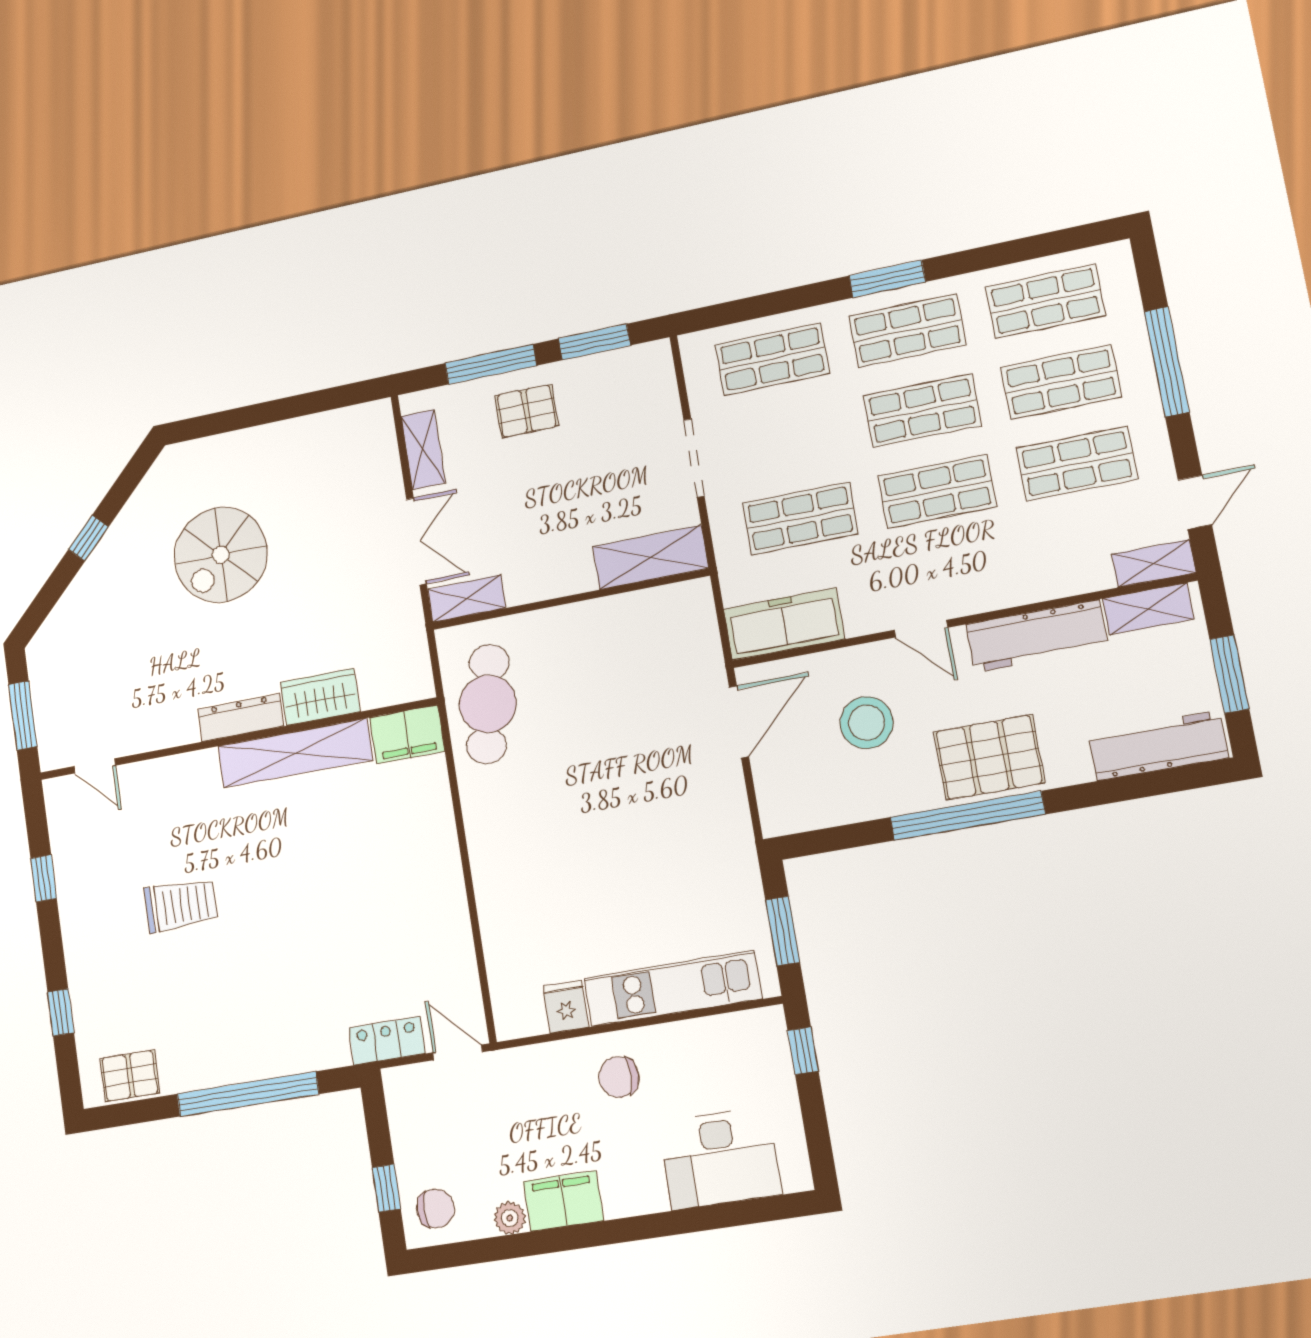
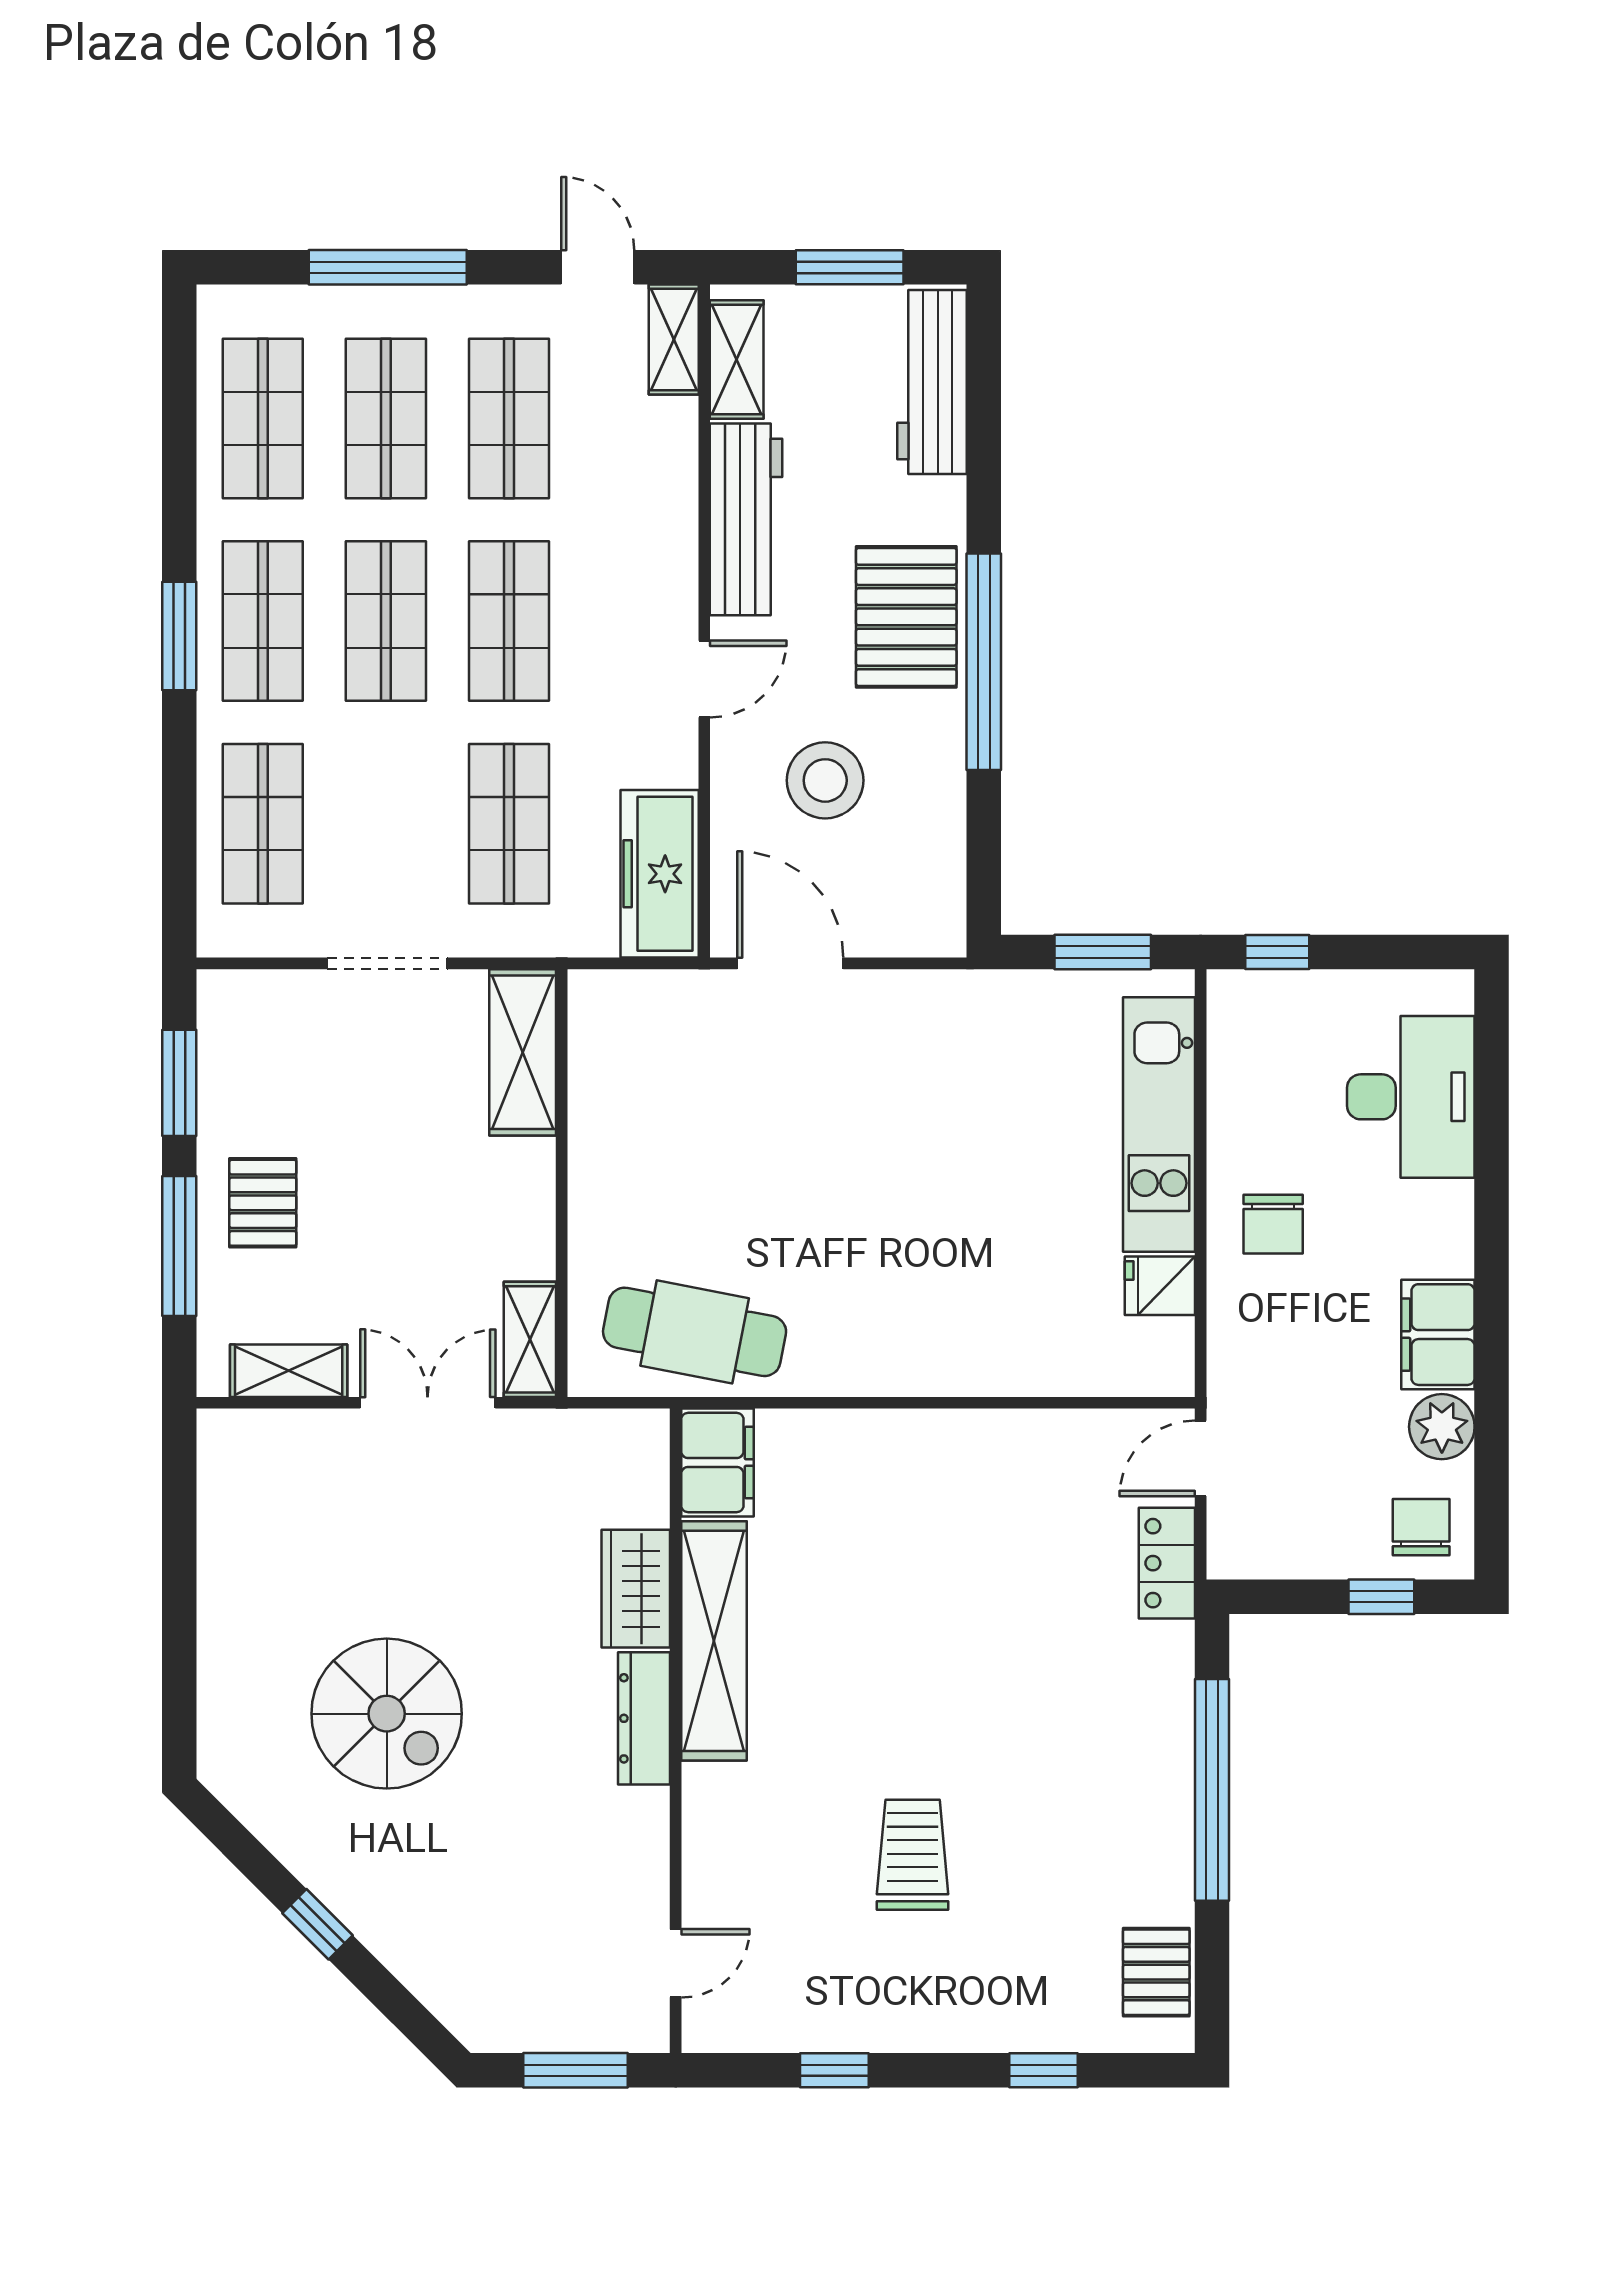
plant: (510, 1218) -> (1442, 1427), width x1.38, depth x1.38

